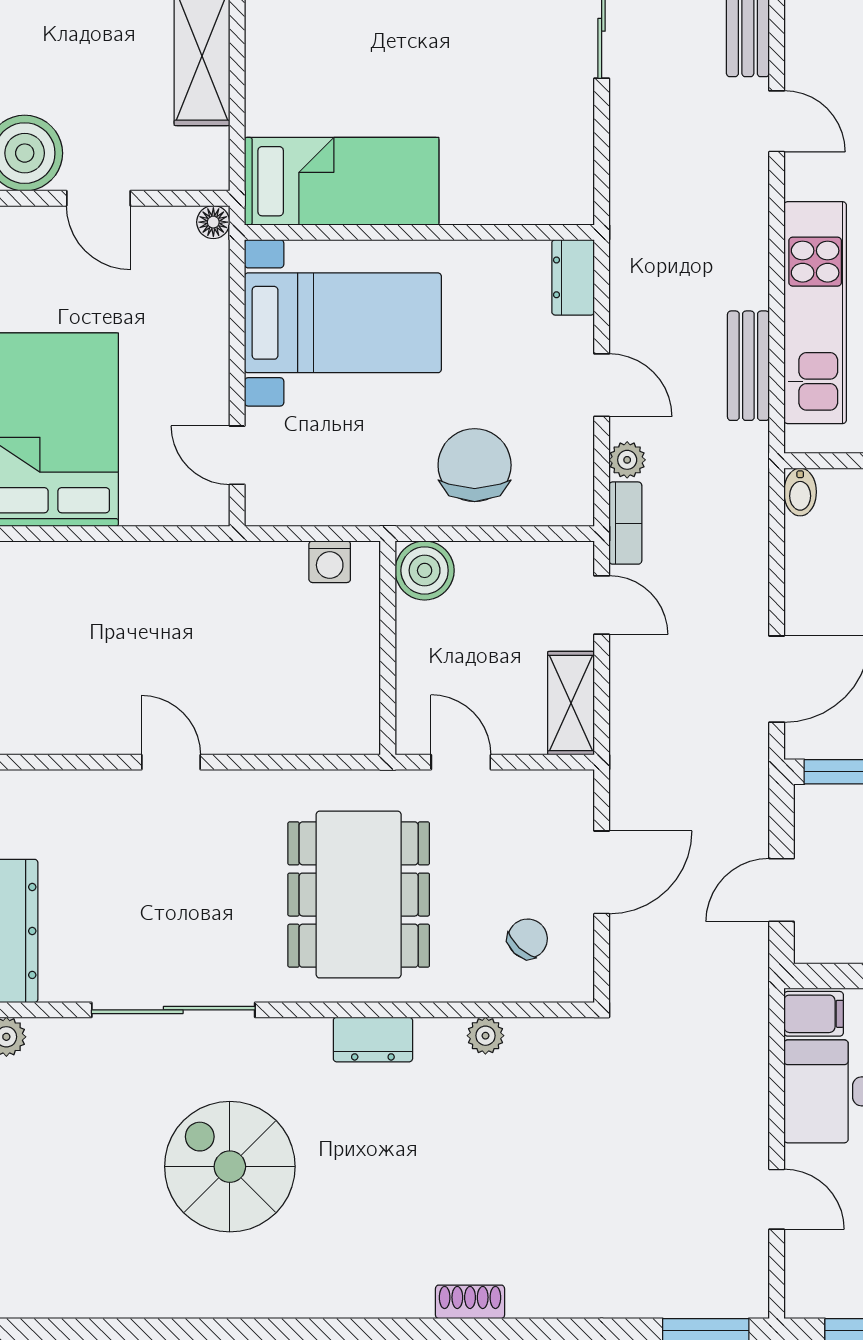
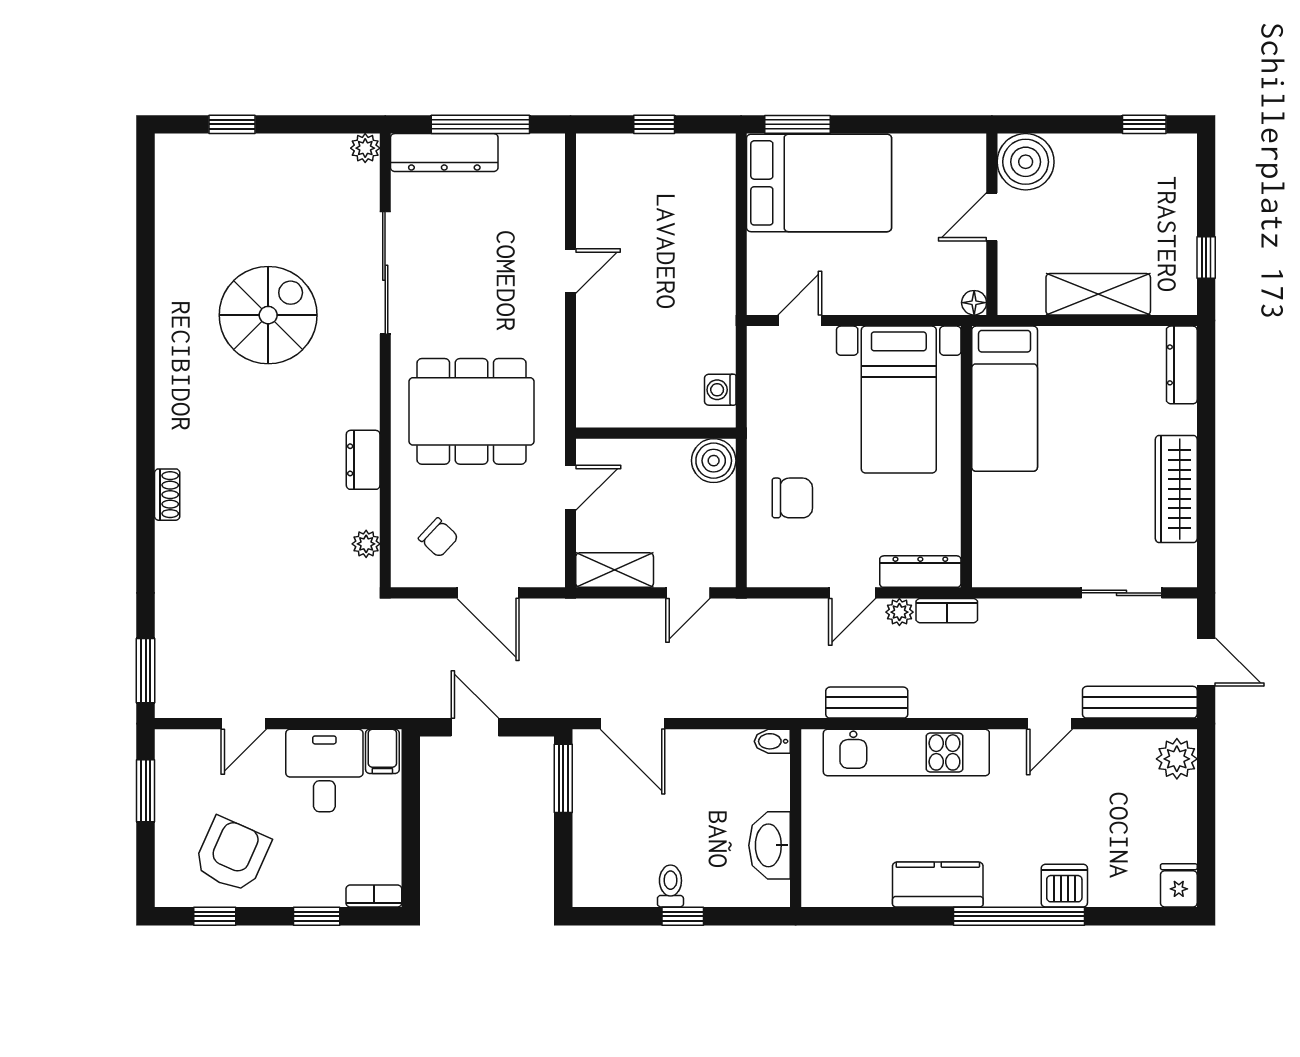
dresser: (573, 277) -> (920, 572), width x1.44
plant: (627, 460) -> (899, 612), moved
chair: (475, 465) -> (792, 498), width x0.73, depth x0.73
bookcase: (625, 523) -> (947, 611), moved
plant: (485, 1036) -> (366, 544), moved
dresser: (373, 1040) -> (363, 460), moved

